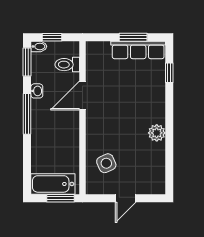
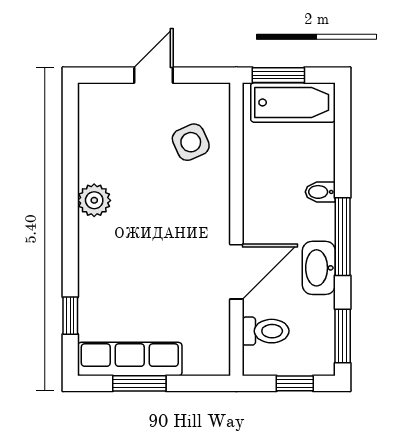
bidet: (39, 46) -> (320, 192), moved
washbasin: (37, 91) -> (319, 268), width x1.91, depth x1.45

